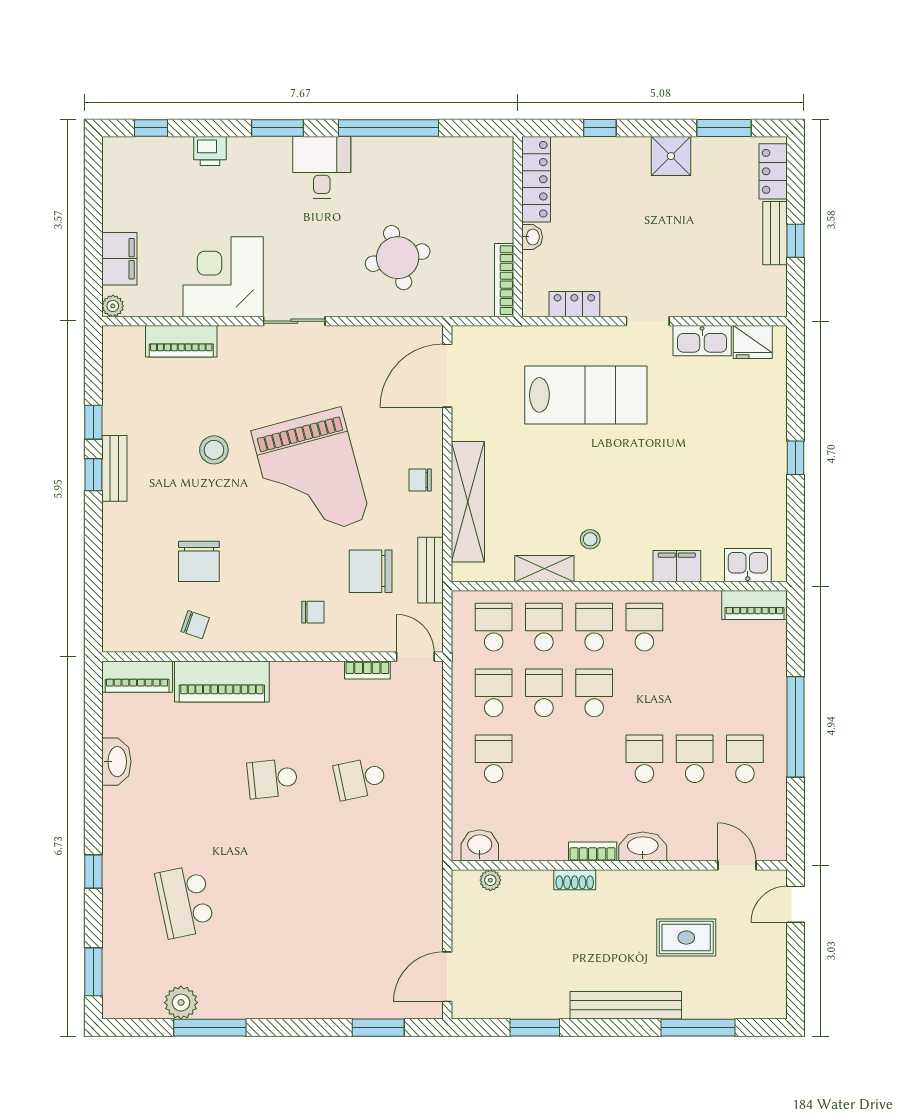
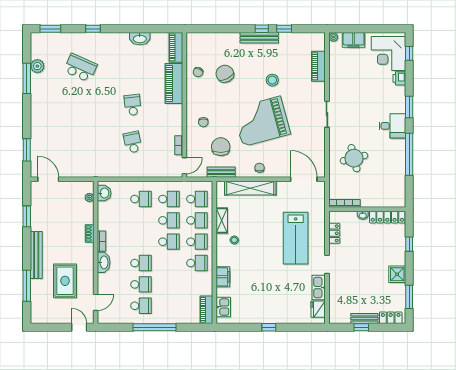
corner desk: (223, 277) -> (388, 54), moved, turned 180
bench: (114, 468) -> (259, 38), width x1.36
chair: (199, 561) -> (225, 74), turned 63
school desk: (185, 901) -> (80, 68), turned 36
rug: (686, 938) -> (65, 281), width x1.36, depth x1.43

